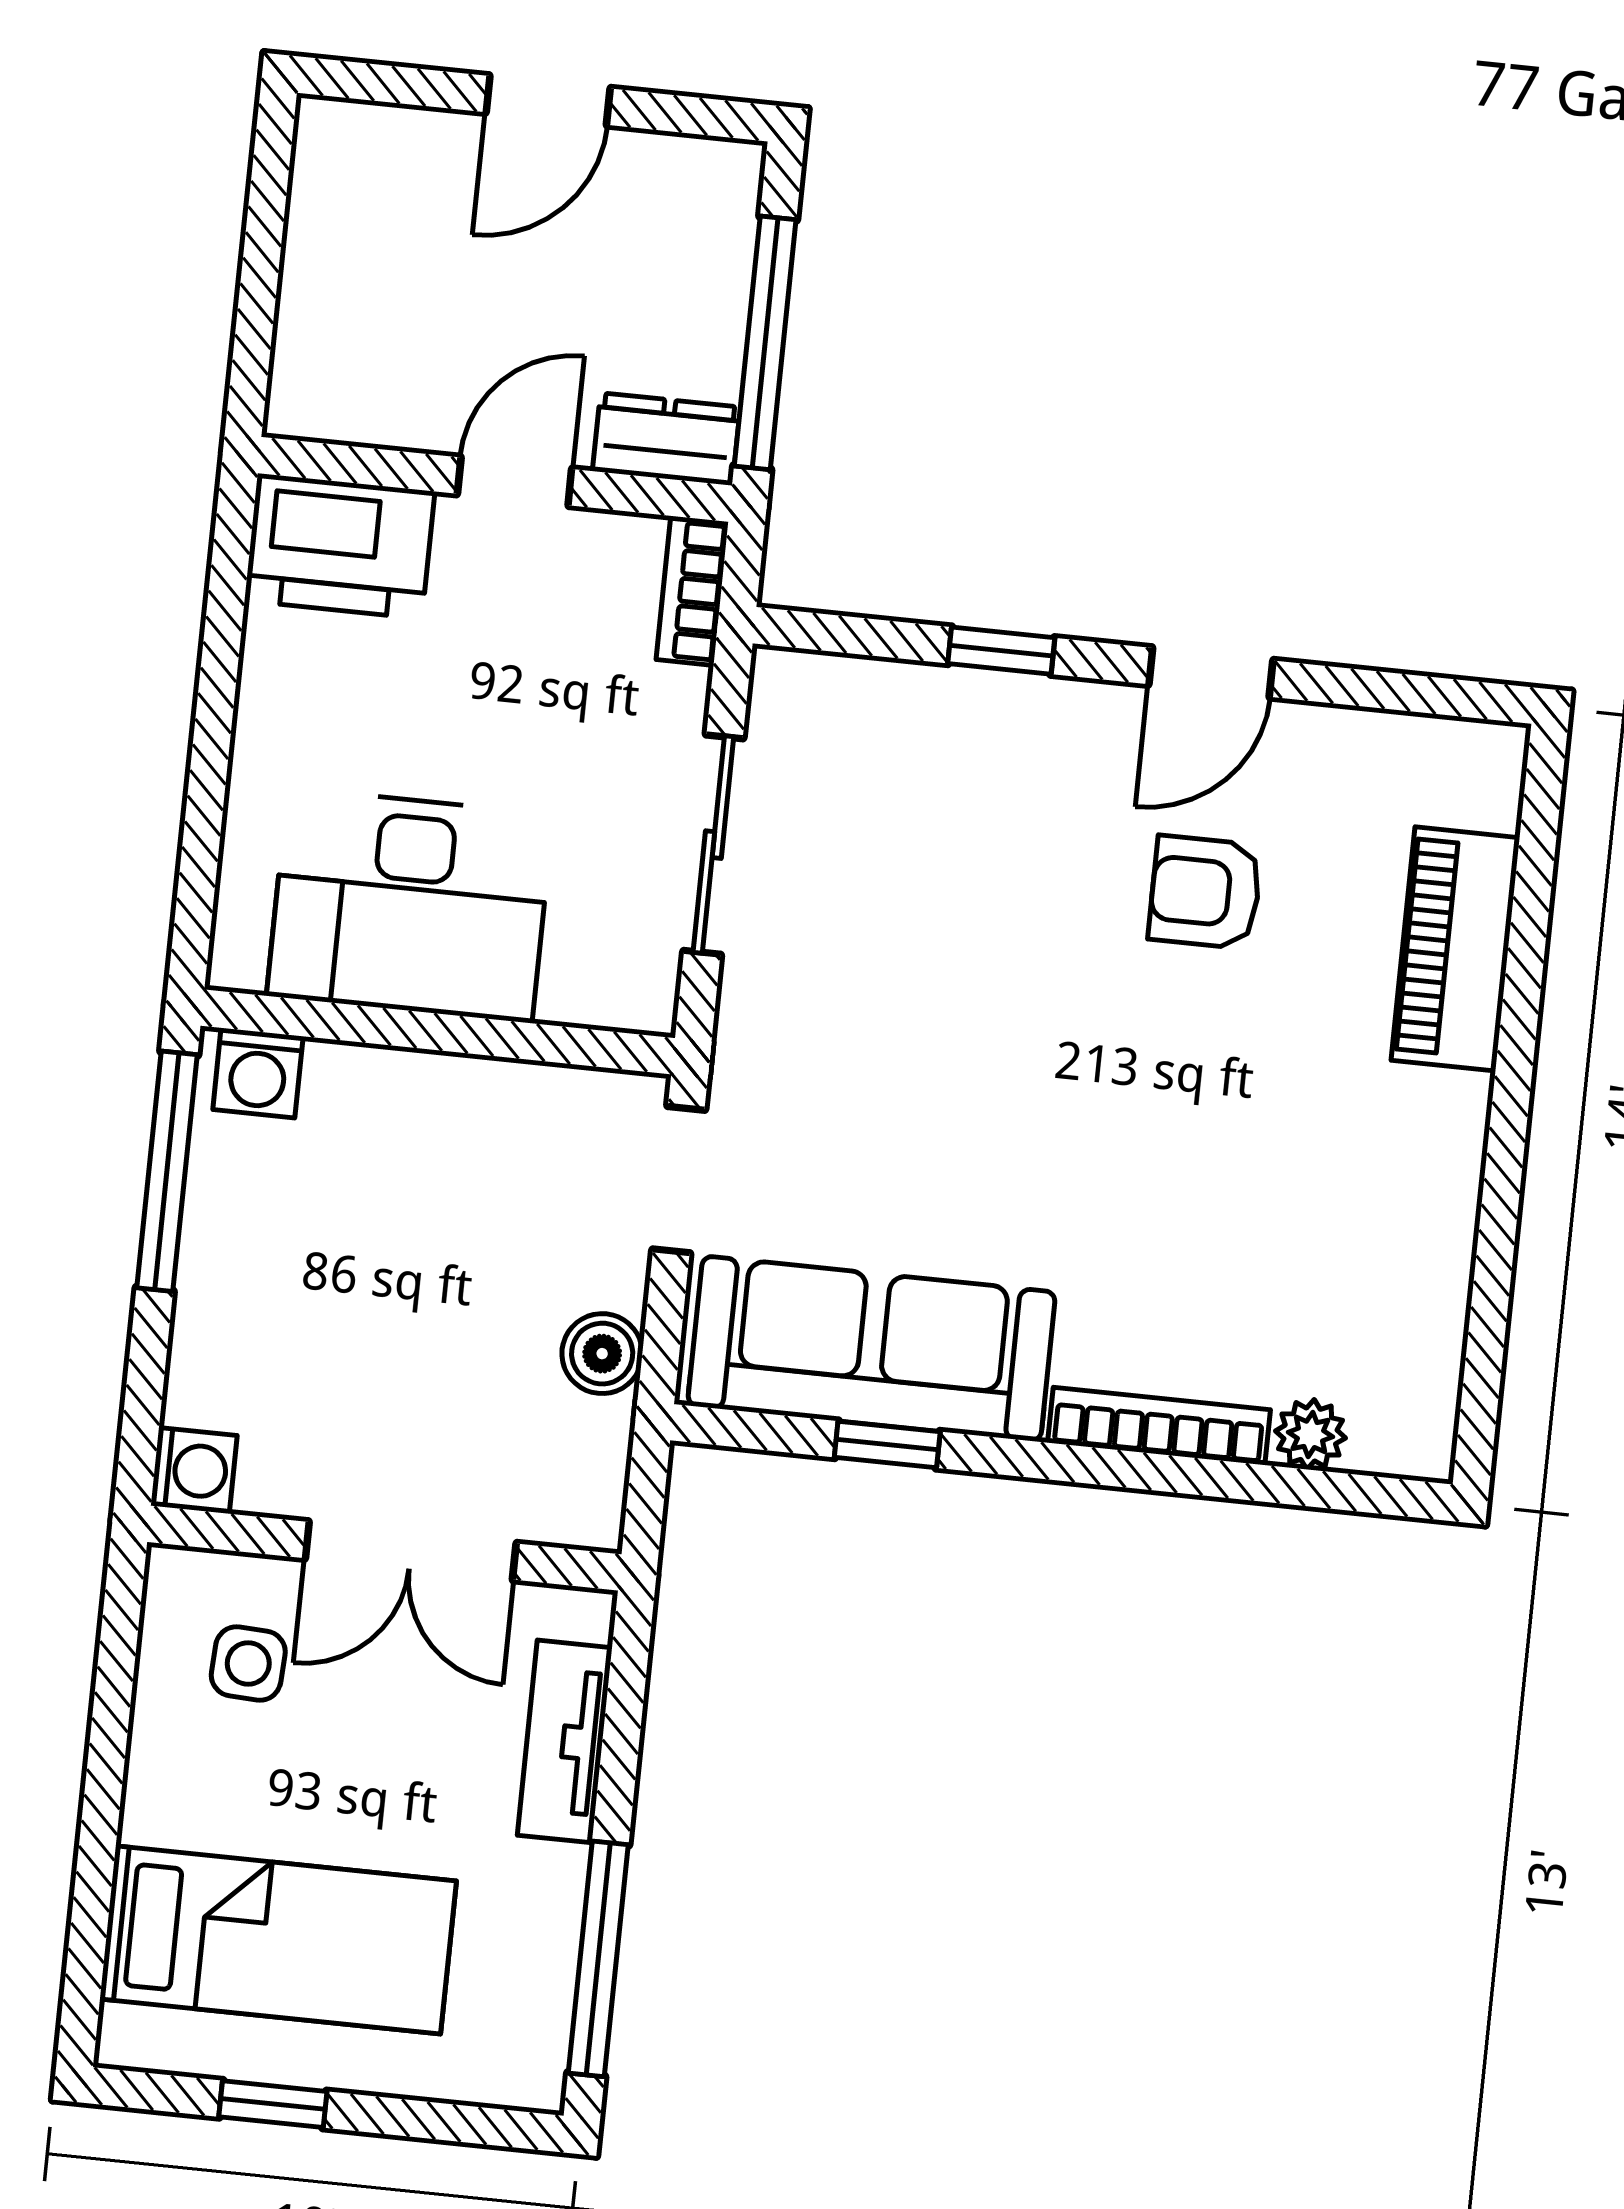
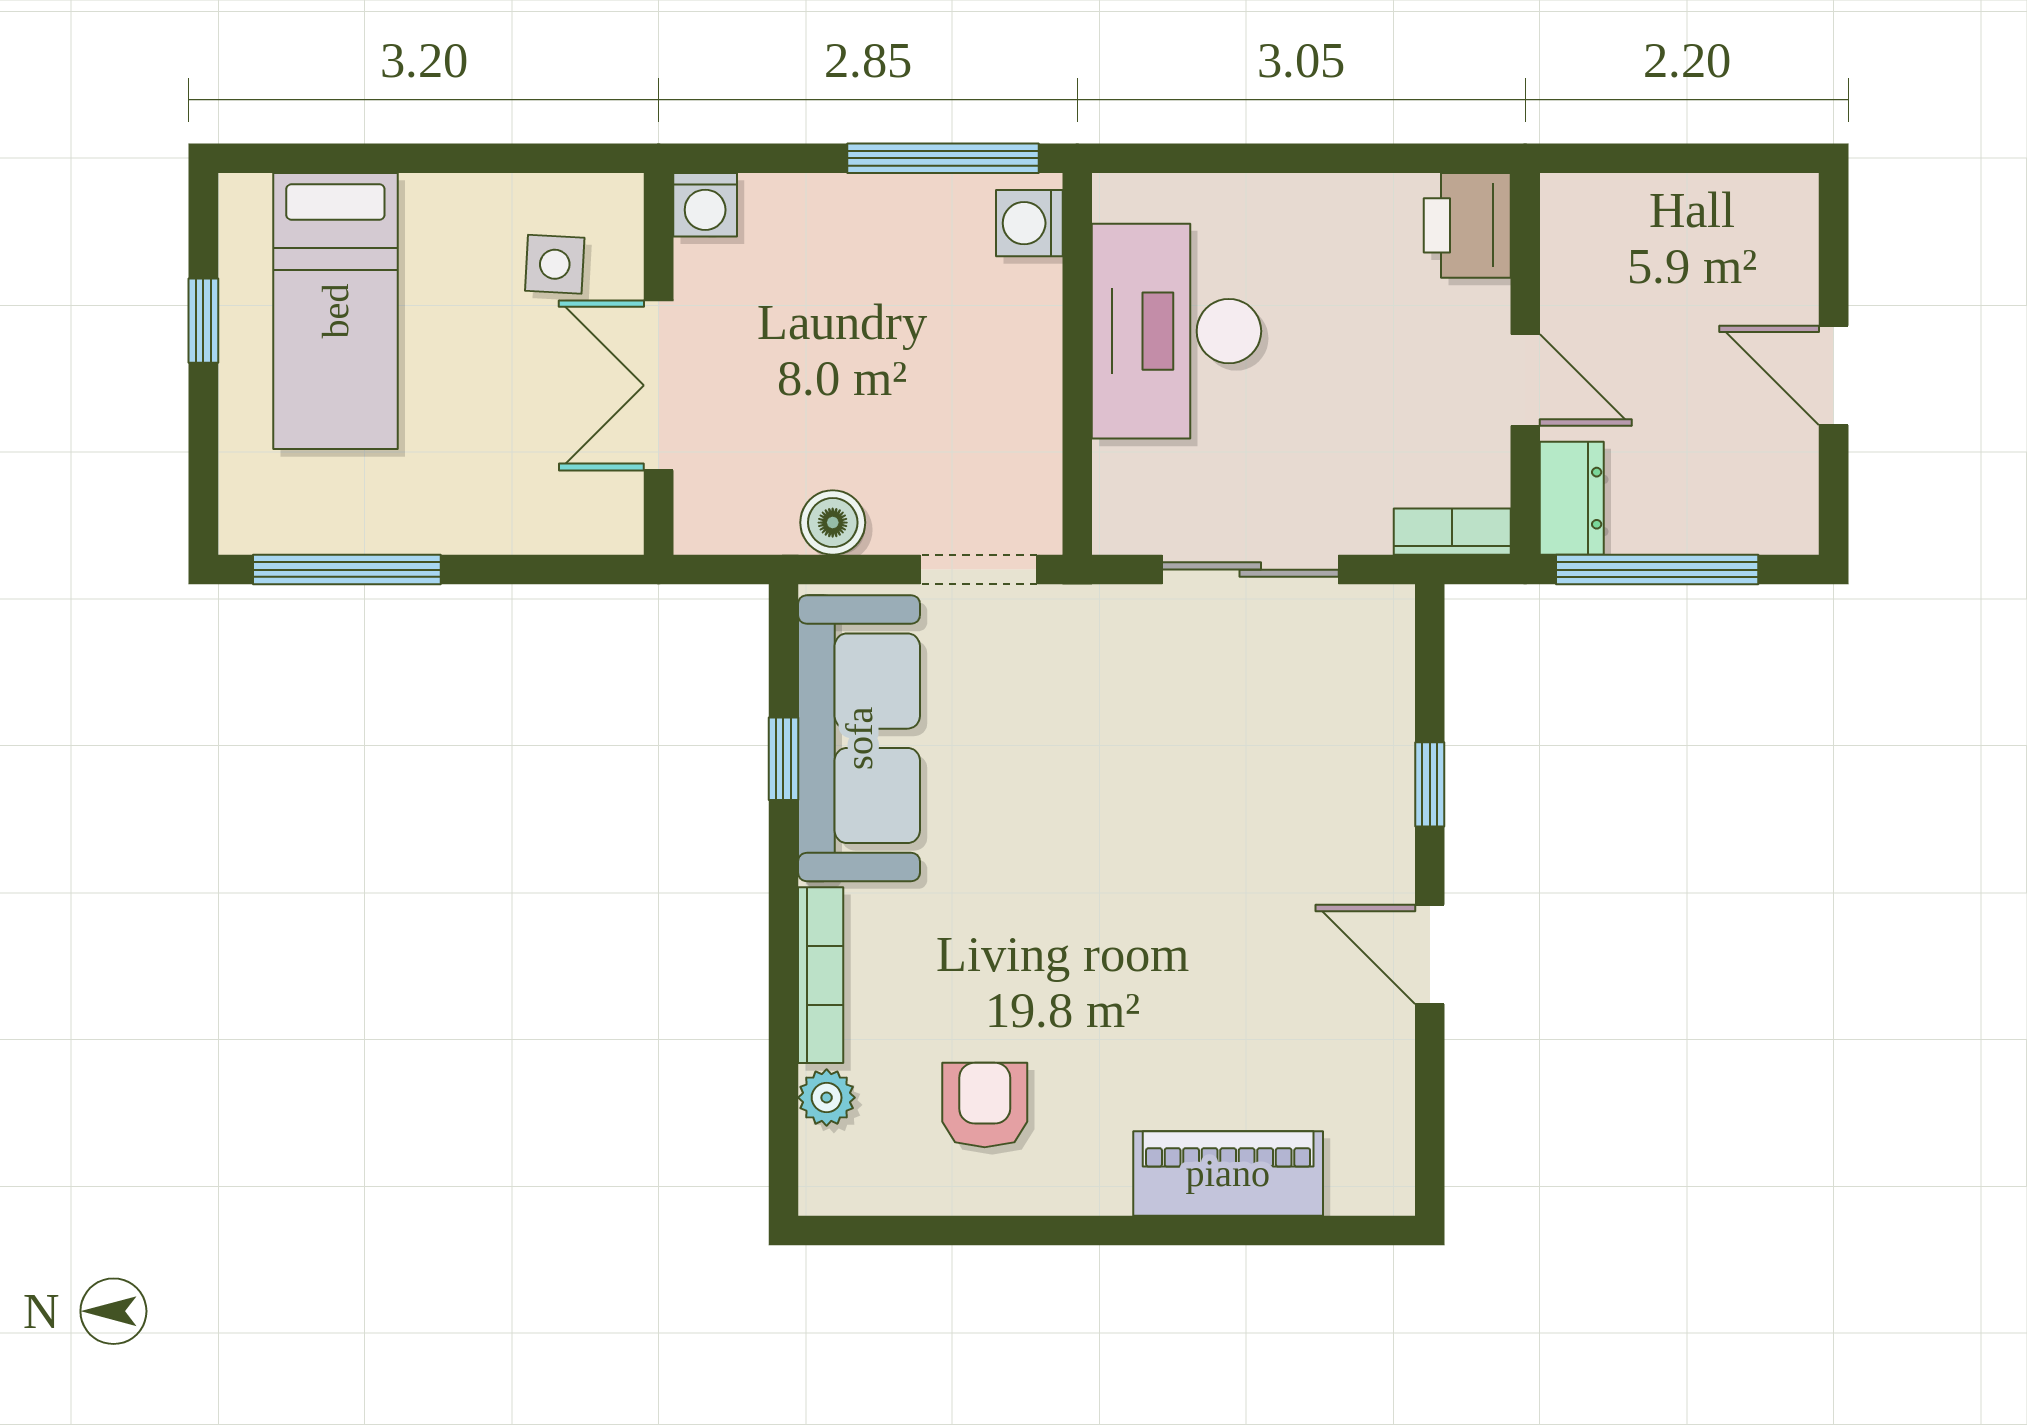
printer: (340, 546) -> (1467, 225), width x0.73, depth x0.84
armchair: (1205, 892) -> (985, 1105), moved
tv unit: (565, 1741) -> (518, 525), removed

